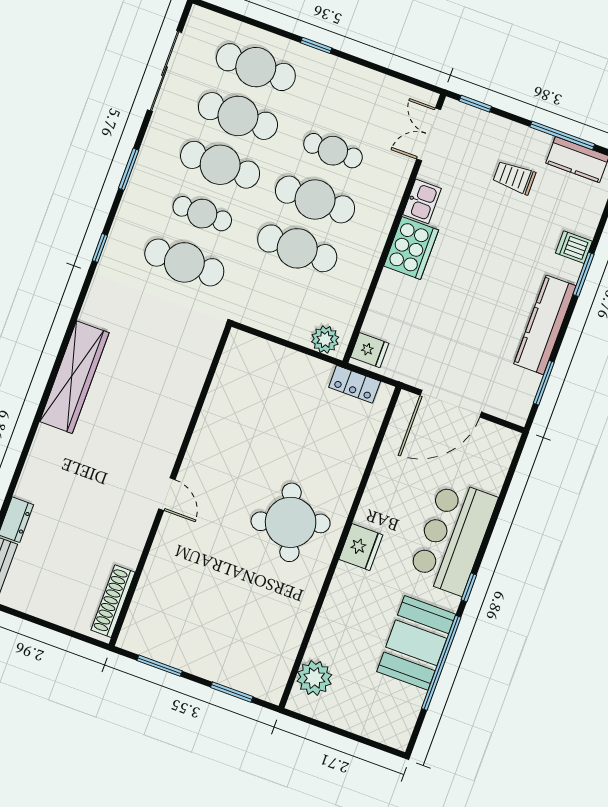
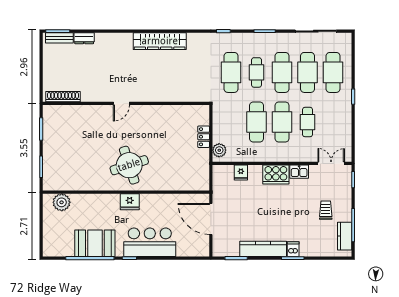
dishwasher: (574, 247) -> (293, 249), moved
fridge: (370, 350) -> (241, 173), moved
locker: (355, 384) -> (204, 137), moved

